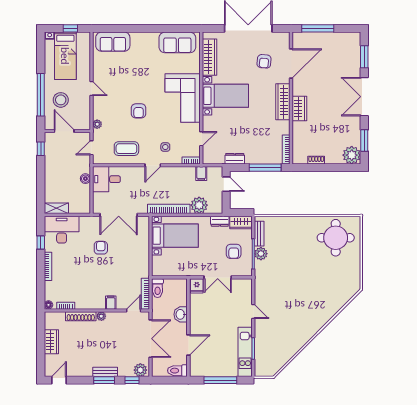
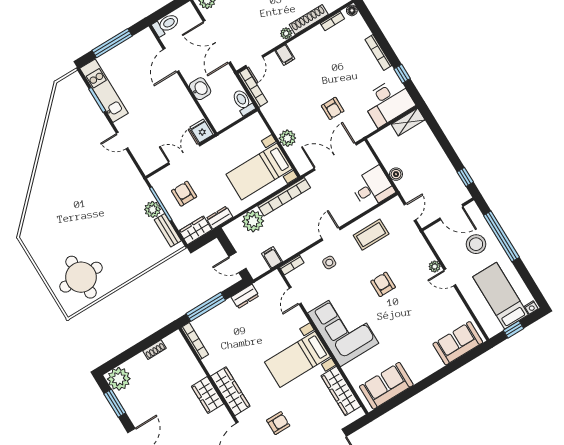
armchair: (264, 61) -> (278, 423), turned 85
plant: (97, 124) -> (435, 266), moved
plant: (143, 246) -> (287, 138), added

